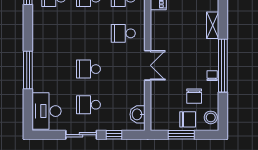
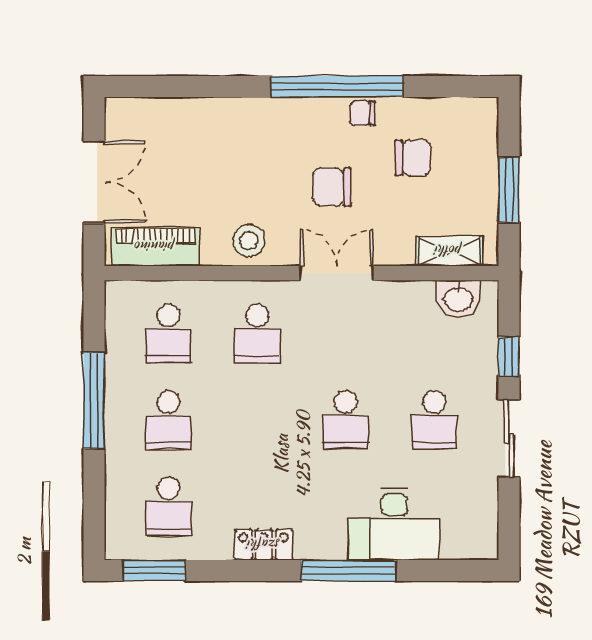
shelving: (213, 25) -> (449, 251), moved
locker: (38, 36) -> (264, 545), added
desk: (47, 111) -> (394, 524), moved
stool: (211, 117) -> (249, 240), moved
chair: (188, 119) -> (332, 187), moved, turned -90

